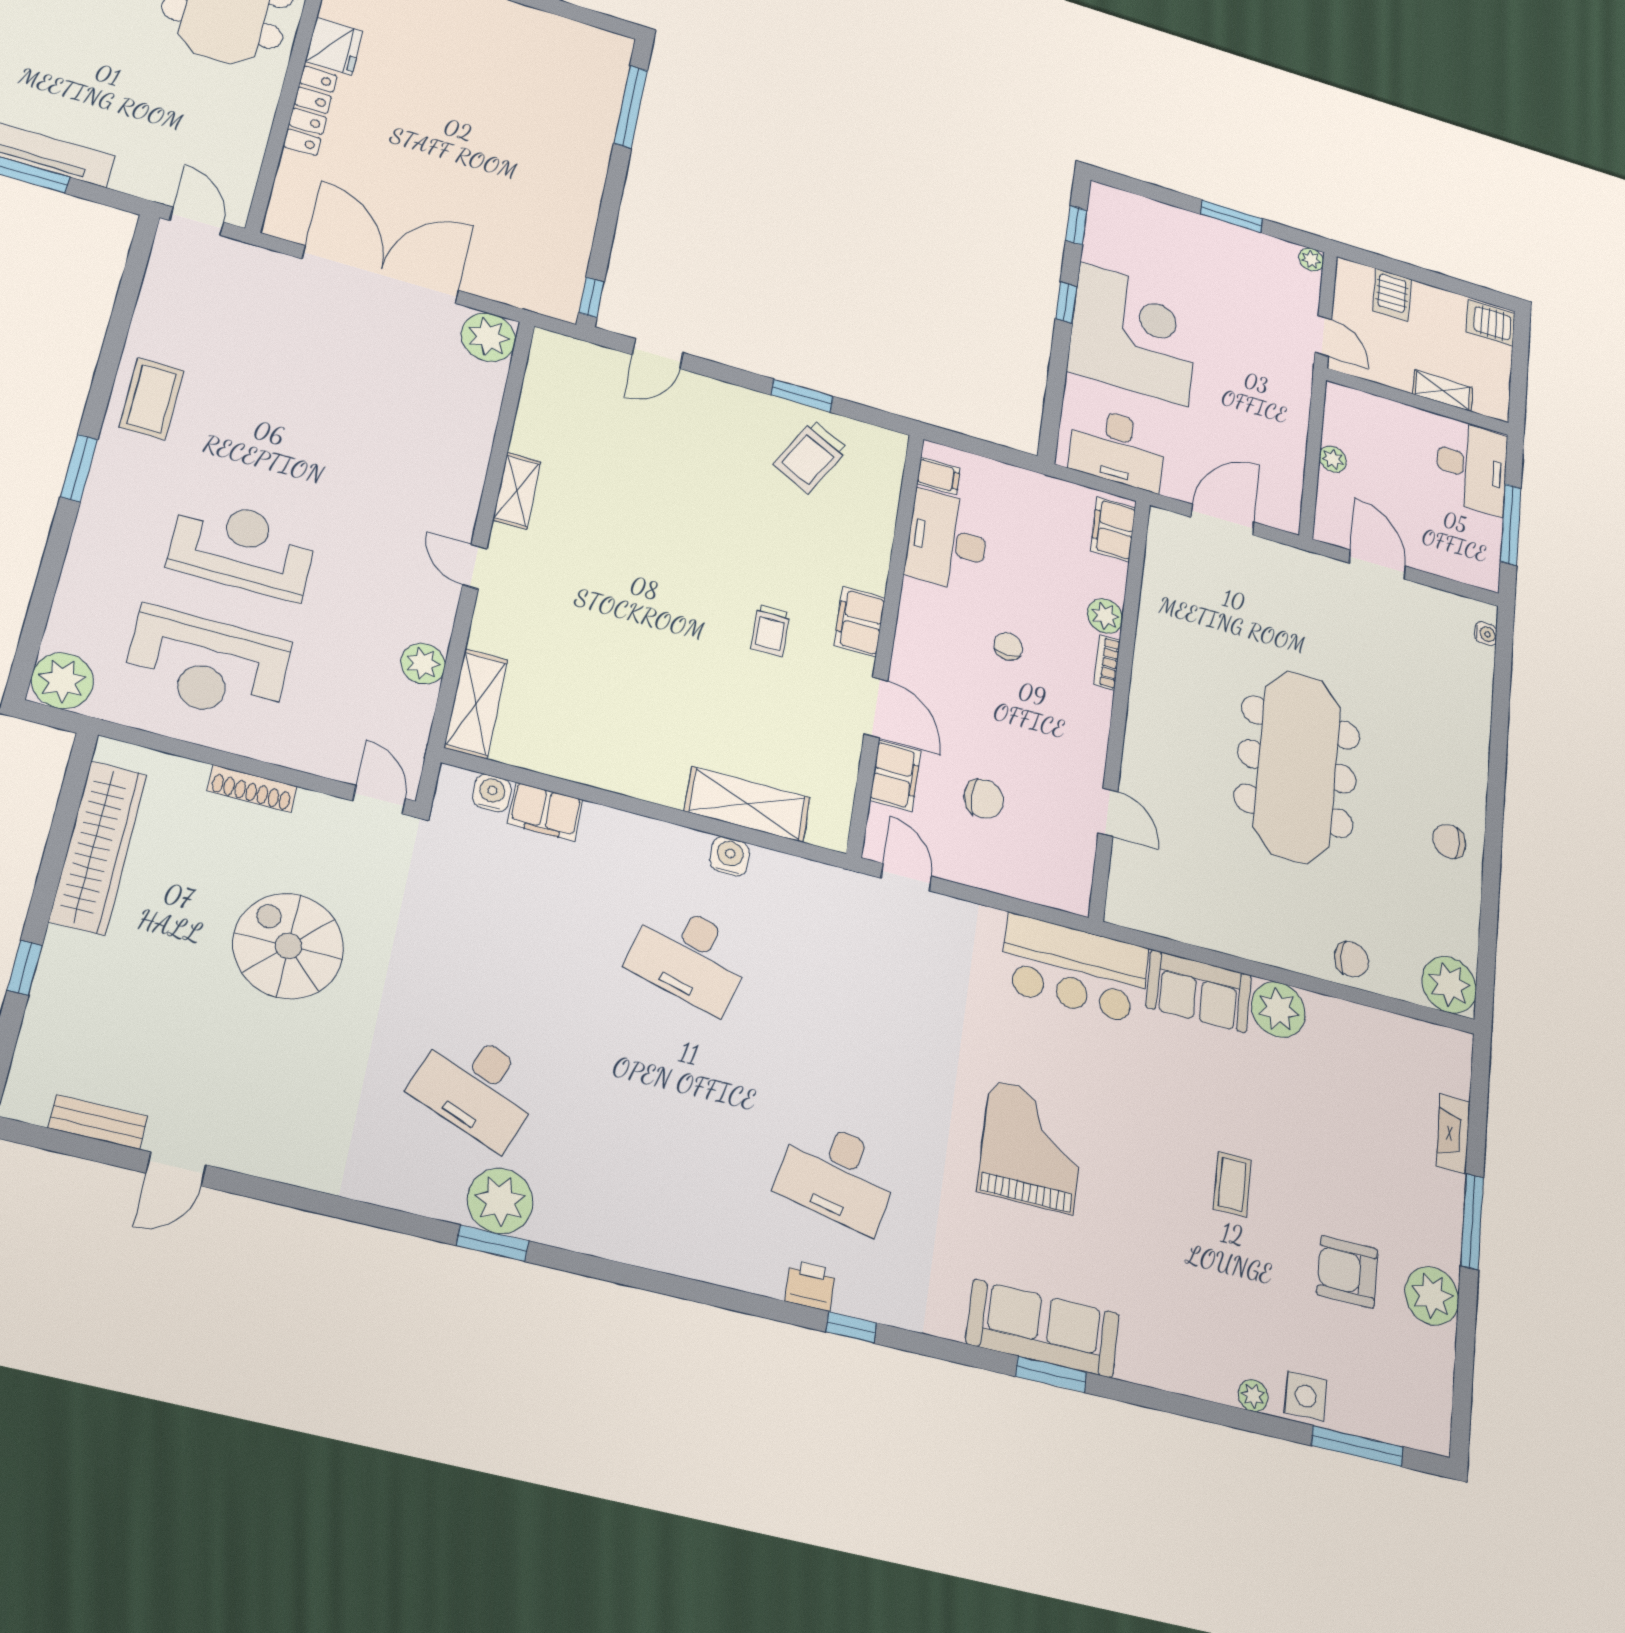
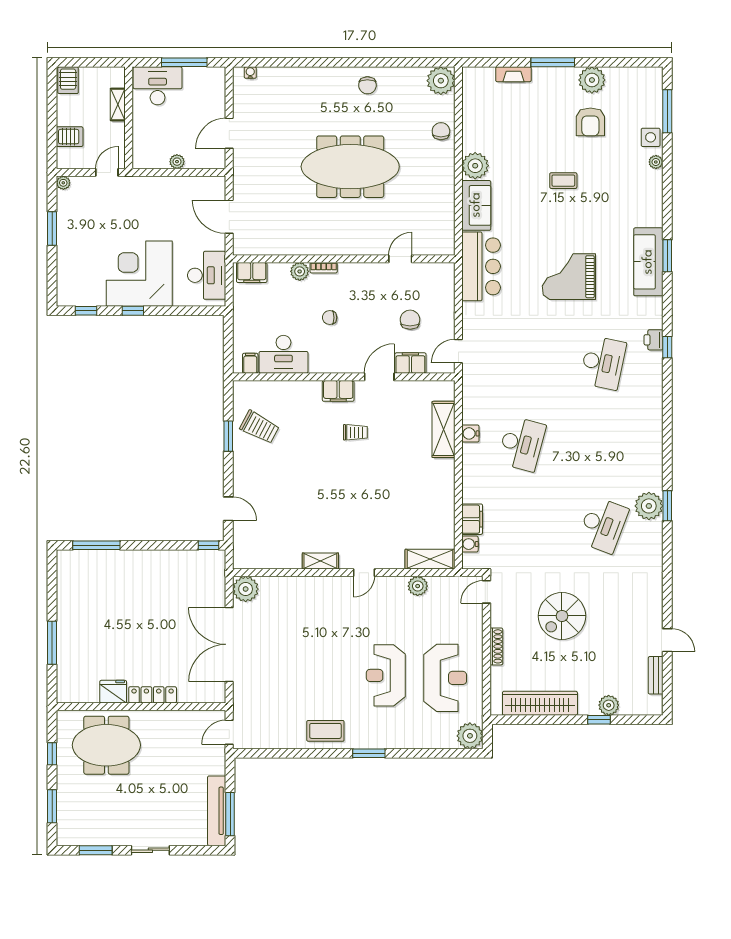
plant: (54, 998) -> (609, 705), added
printer: (810, 1285) -> (653, 340), moved

